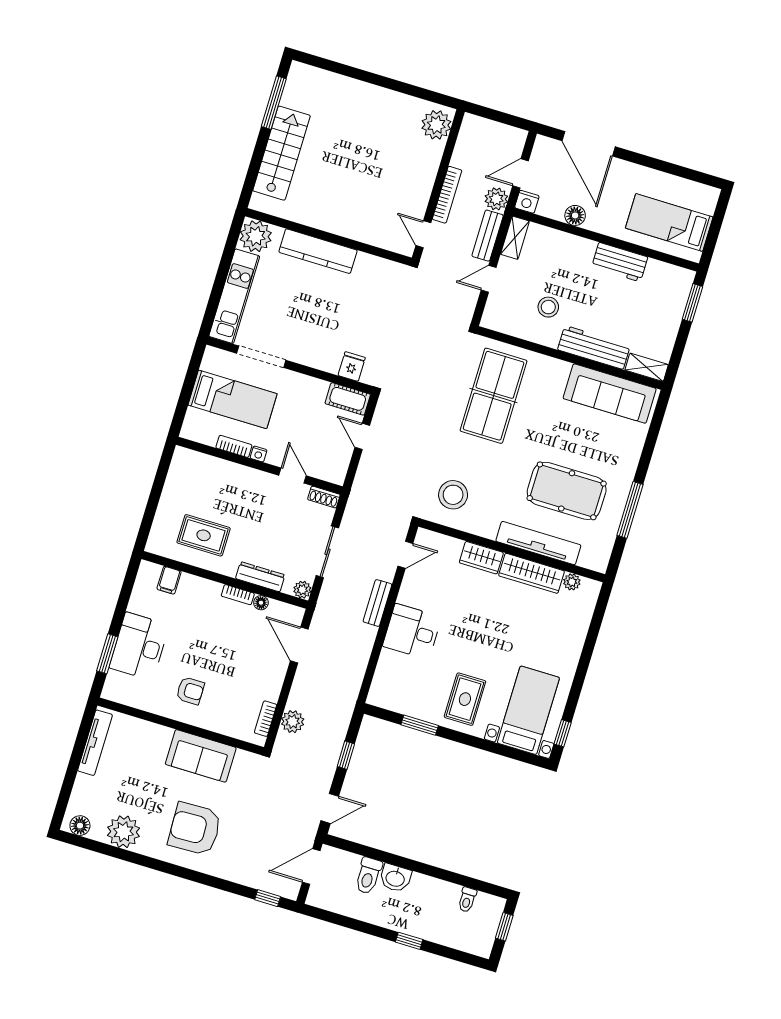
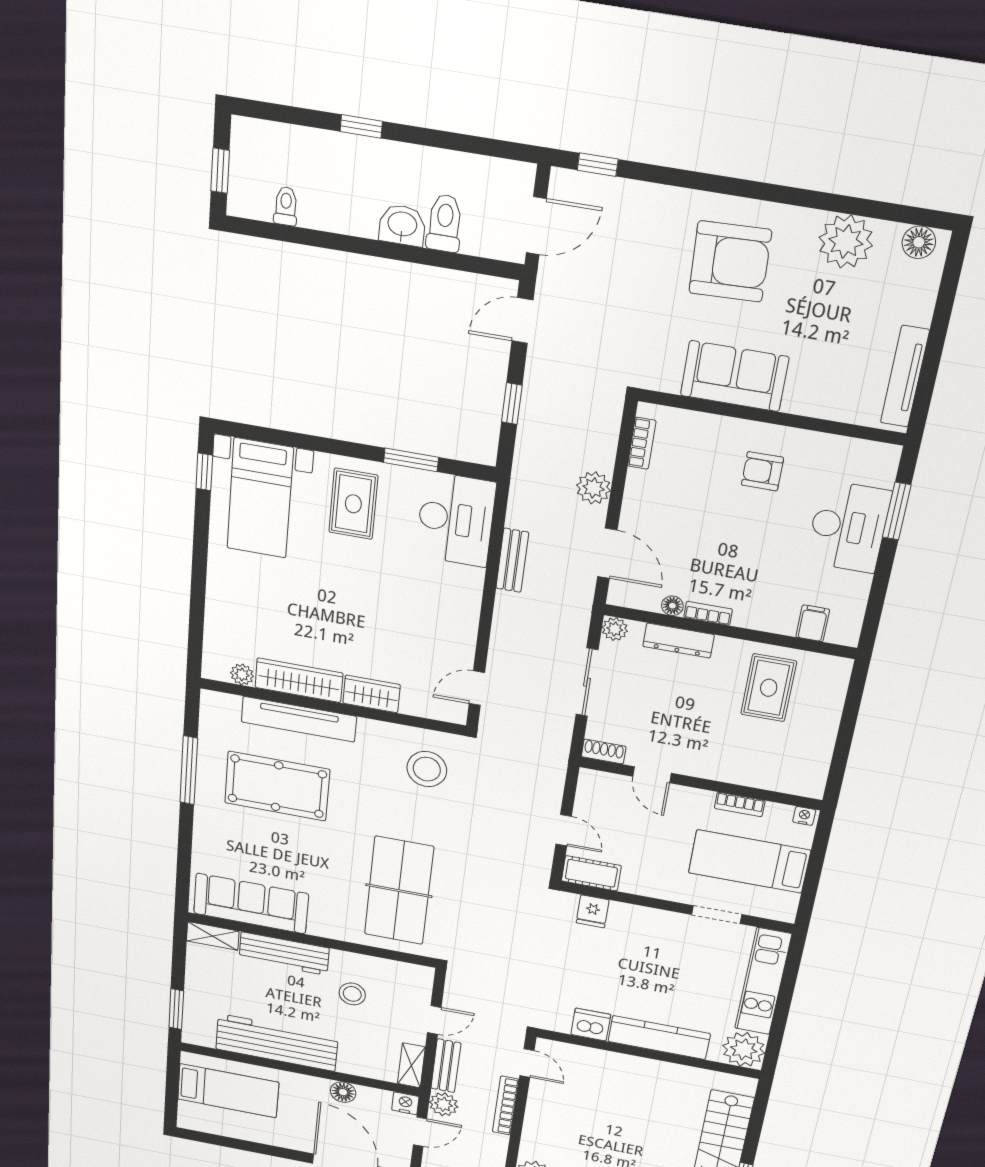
workbench: (620, 262) -> (277, 1043), width x1.88, depth x1.32
dishwasher: (368, 267) -> (591, 1024), added
doorway: (261, 357) -> (717, 915), width x0.73
nightstand: (259, 454) -> (804, 816), moved
rug: (204, 535) -> (769, 688), turned 90
bench: (377, 603) -> (512, 560), moved
desk: (412, 632) -> (456, 519), moved, width x1.37
plant: (293, 722) -> (594, 488), moved

